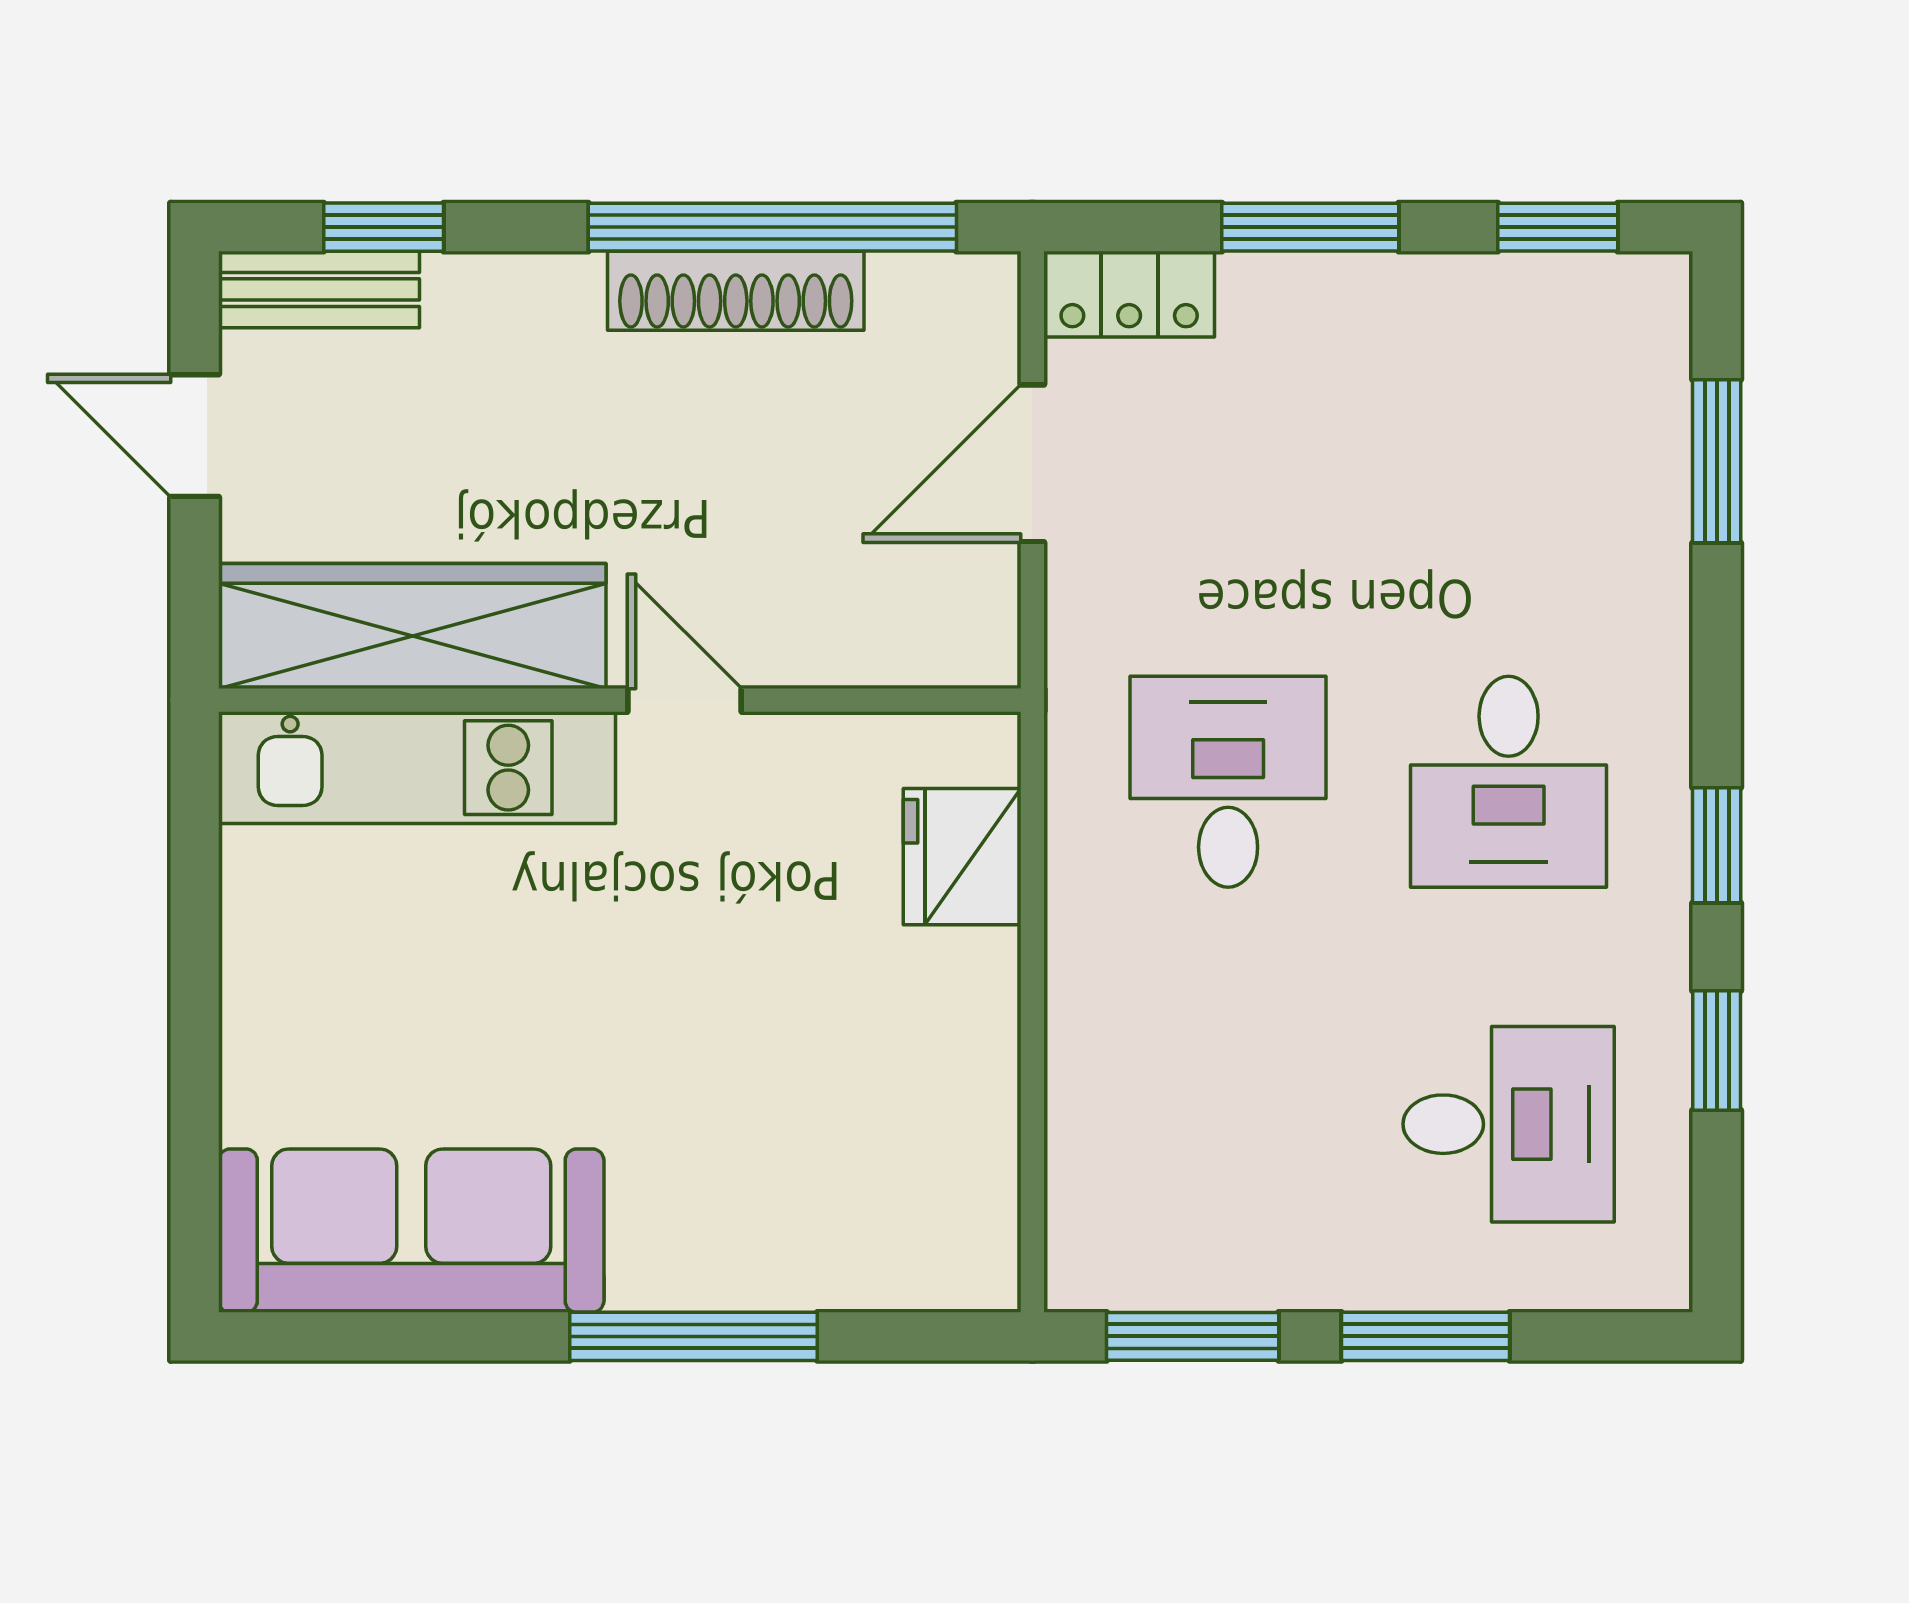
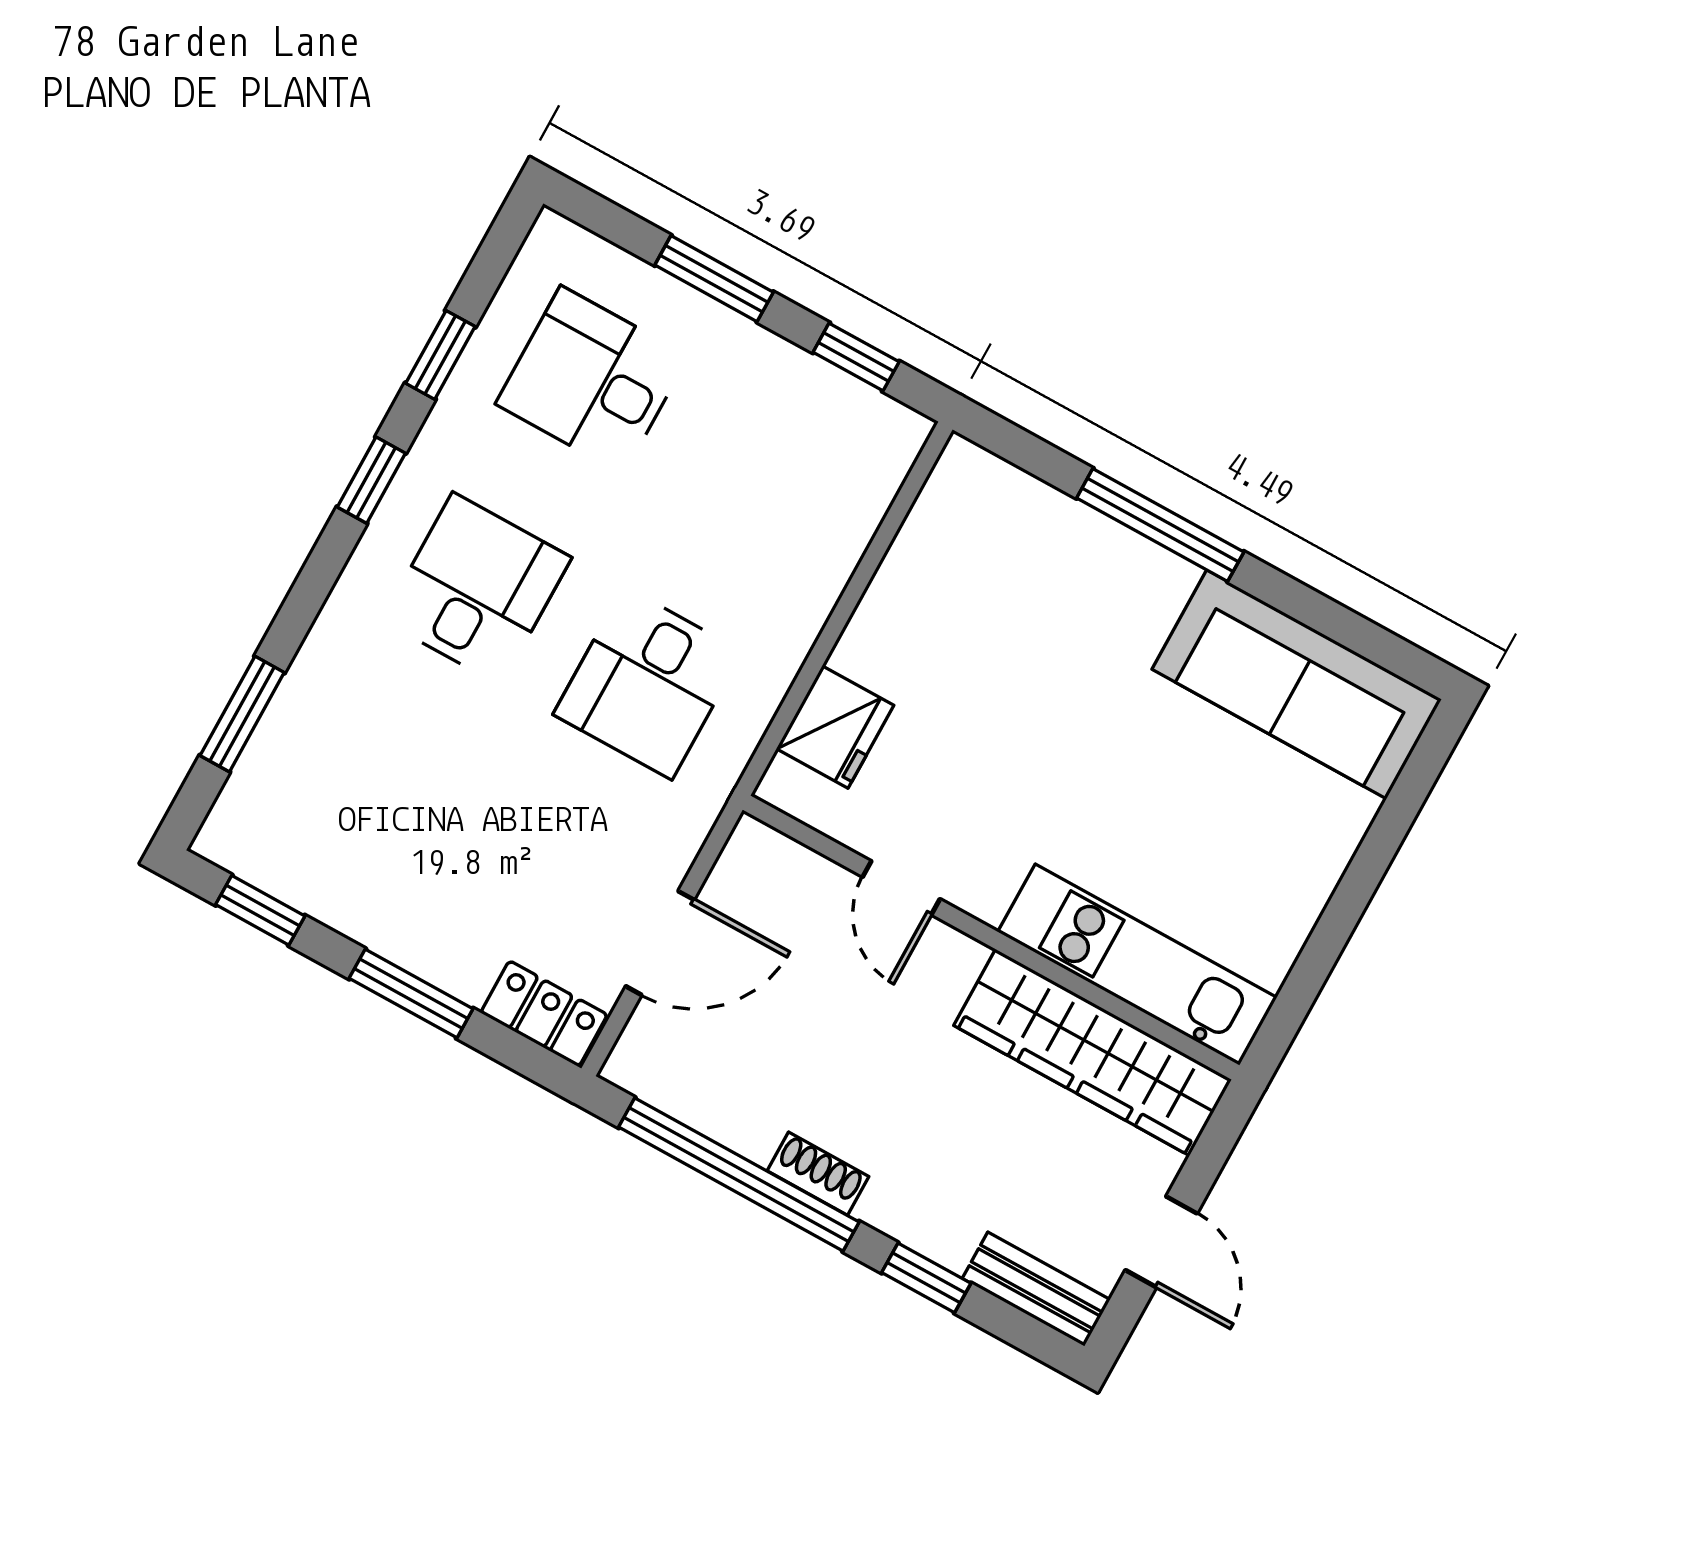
window: (384, 227) -> (926, 1278), moved
shoe rack: (736, 291) -> (818, 1174), width x0.51, depth x0.81
door: (685, 700) -> (901, 888), moved
window: (1193, 1336) -> (856, 357), width x0.67

